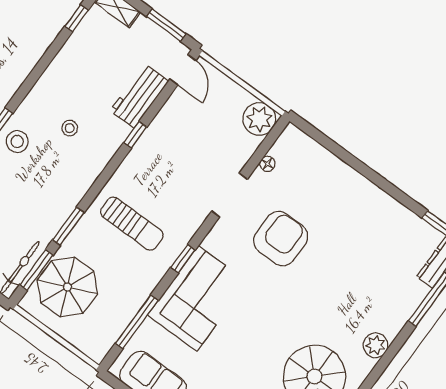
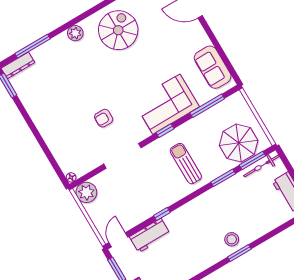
stool: (70, 128) -> (198, 234), removed
floor lamp: (267, 164) -> (71, 177), moved
doorway: (229, 195) -> (122, 156), width x1.36
armchair: (281, 239) -> (104, 118), width x0.53, depth x0.53

